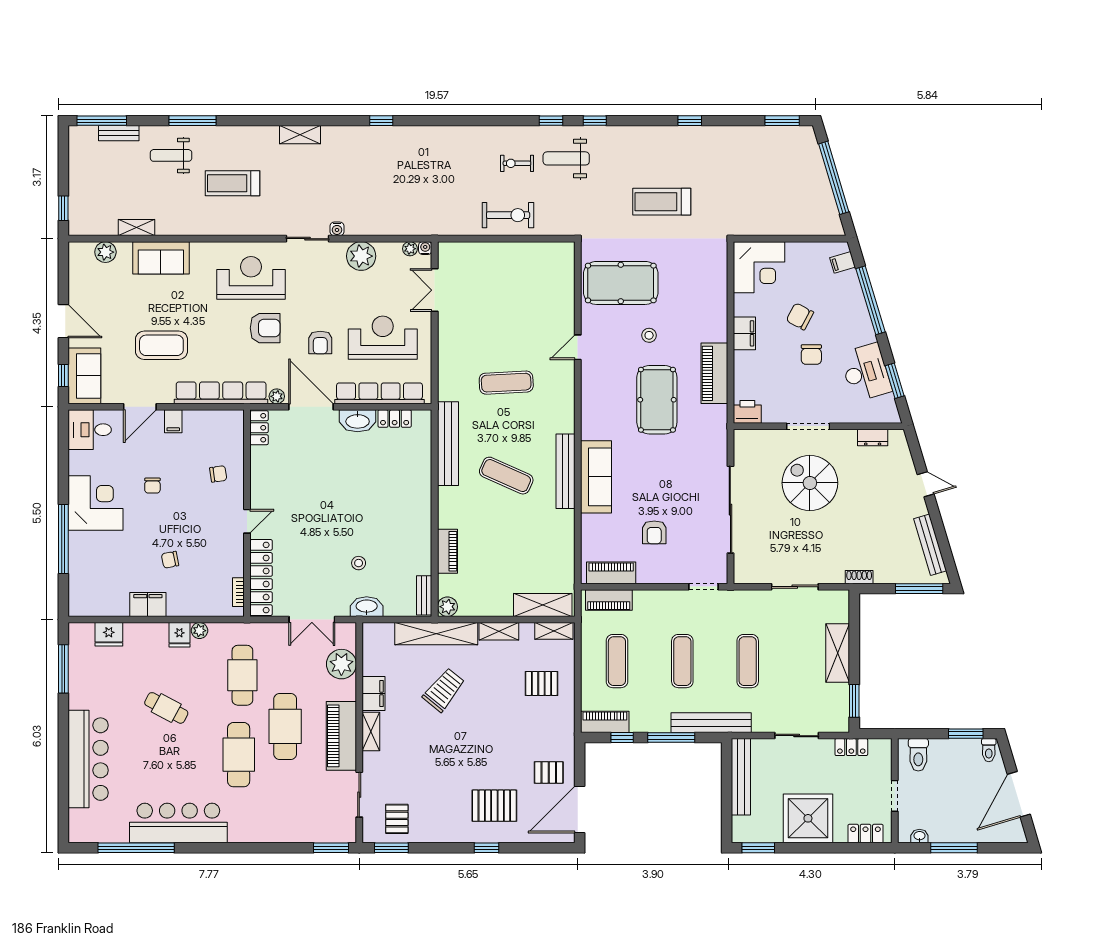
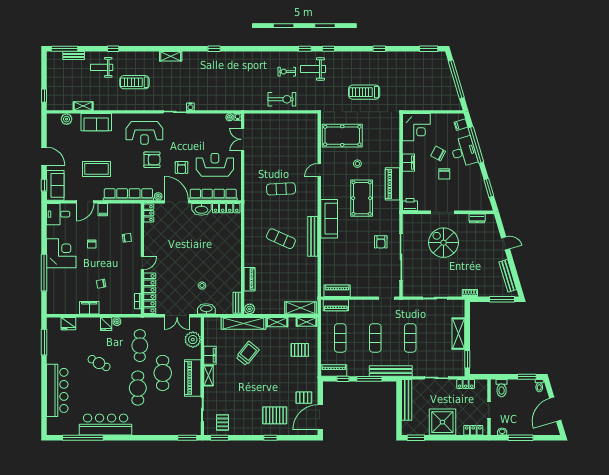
window: (192, 121) -> (113, 49), width x0.46
plant: (361, 256) -> (203, 121), removed
reception desk: (251, 278) -> (144, 133), turned 180
desk: (866, 372) -> (464, 152), moved
locker: (395, 419) -> (226, 208), width x1.53
bench: (448, 444) -> (250, 222), removed
sofa: (596, 477) -> (329, 219), moved
armchair: (654, 532) -> (381, 242), moved

